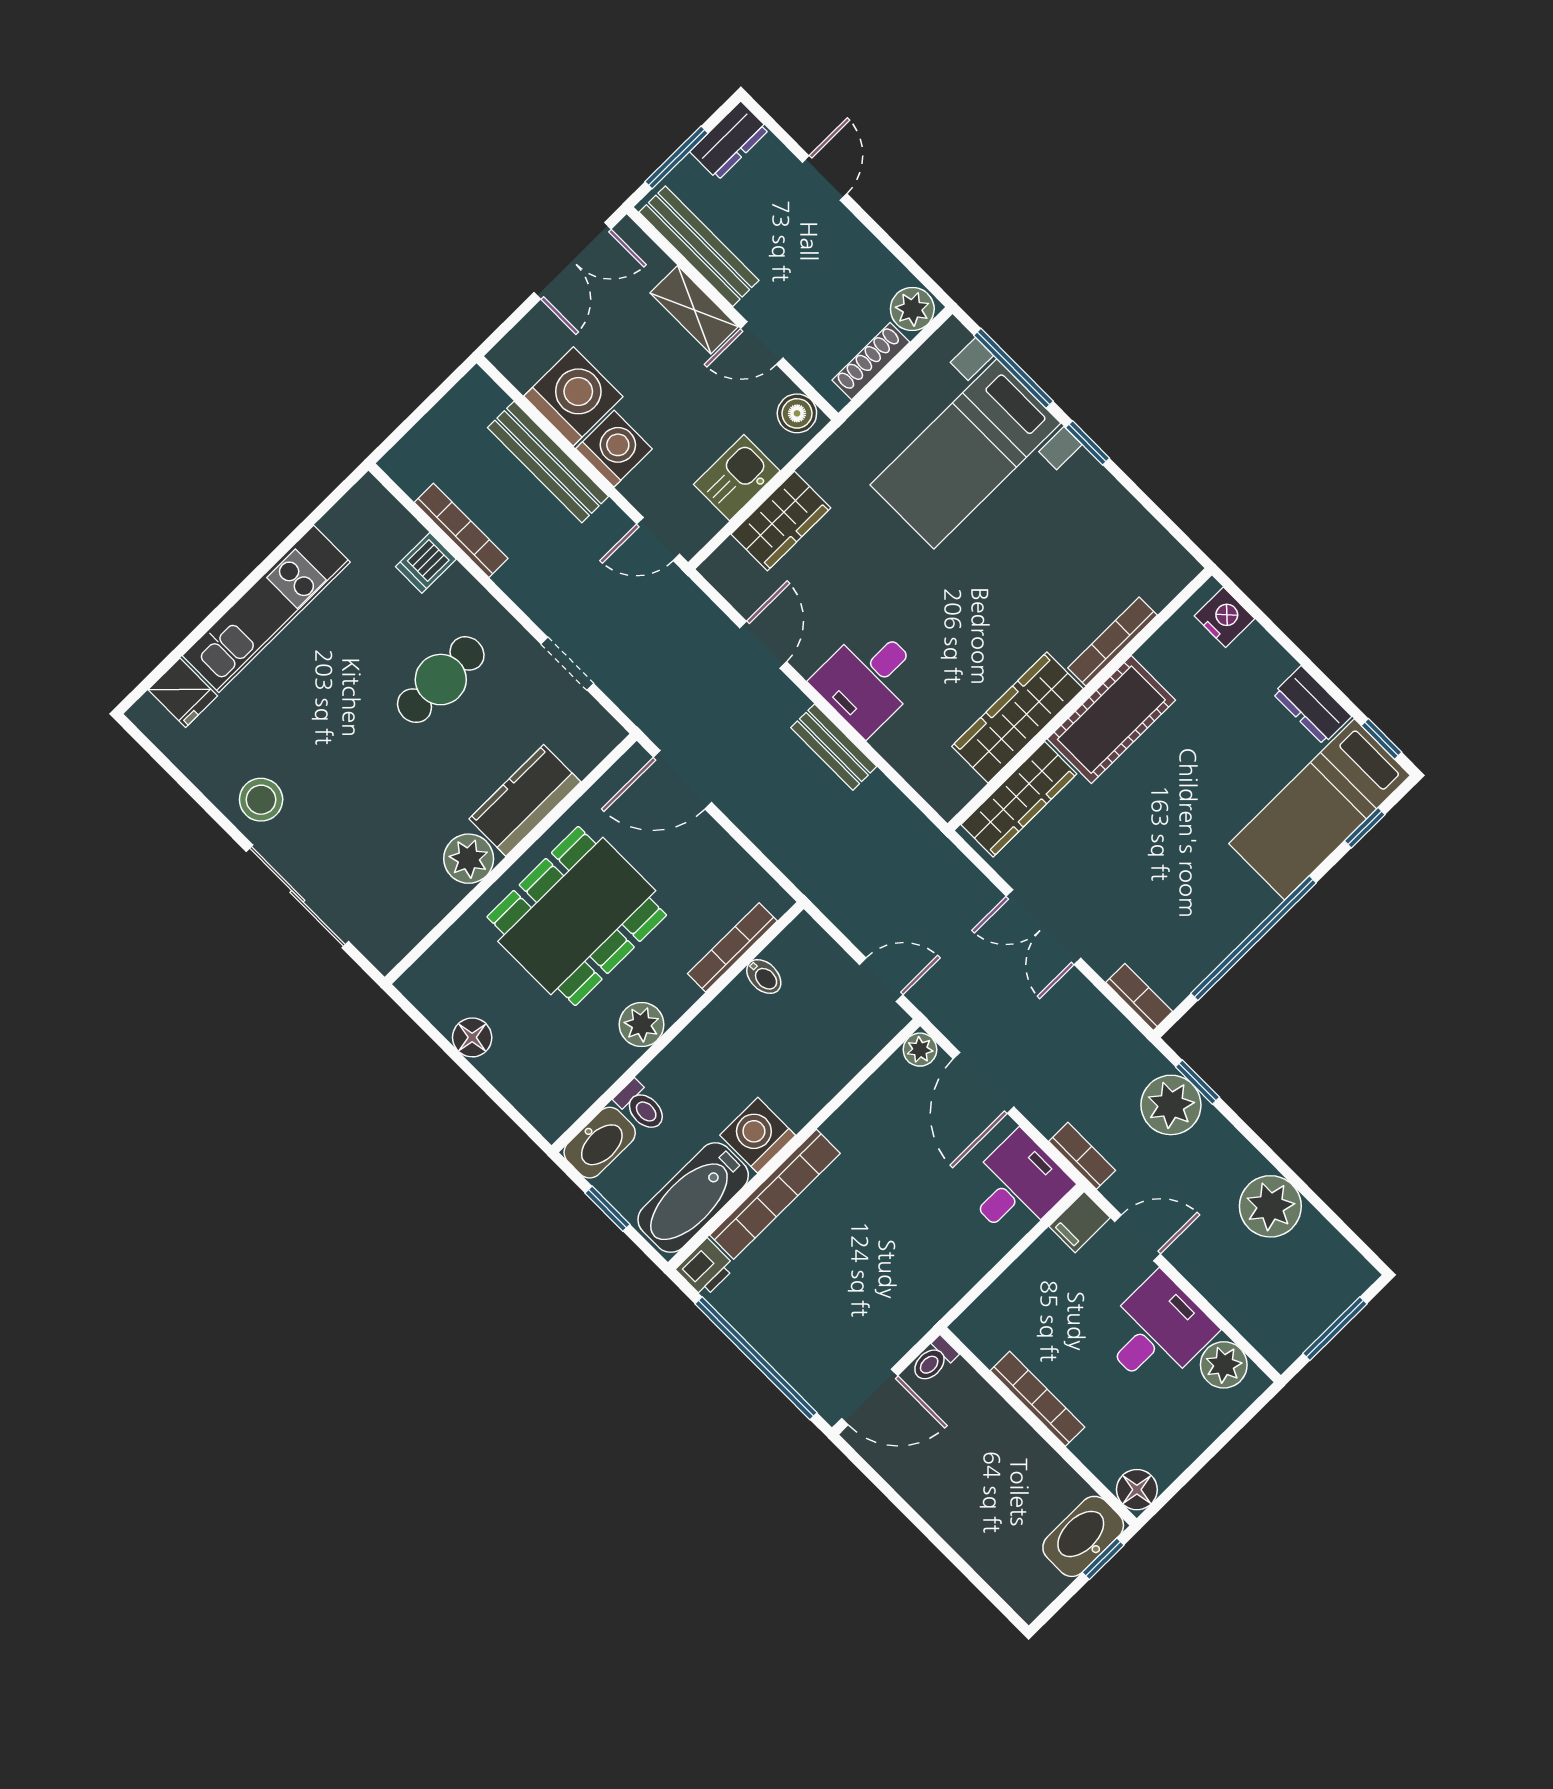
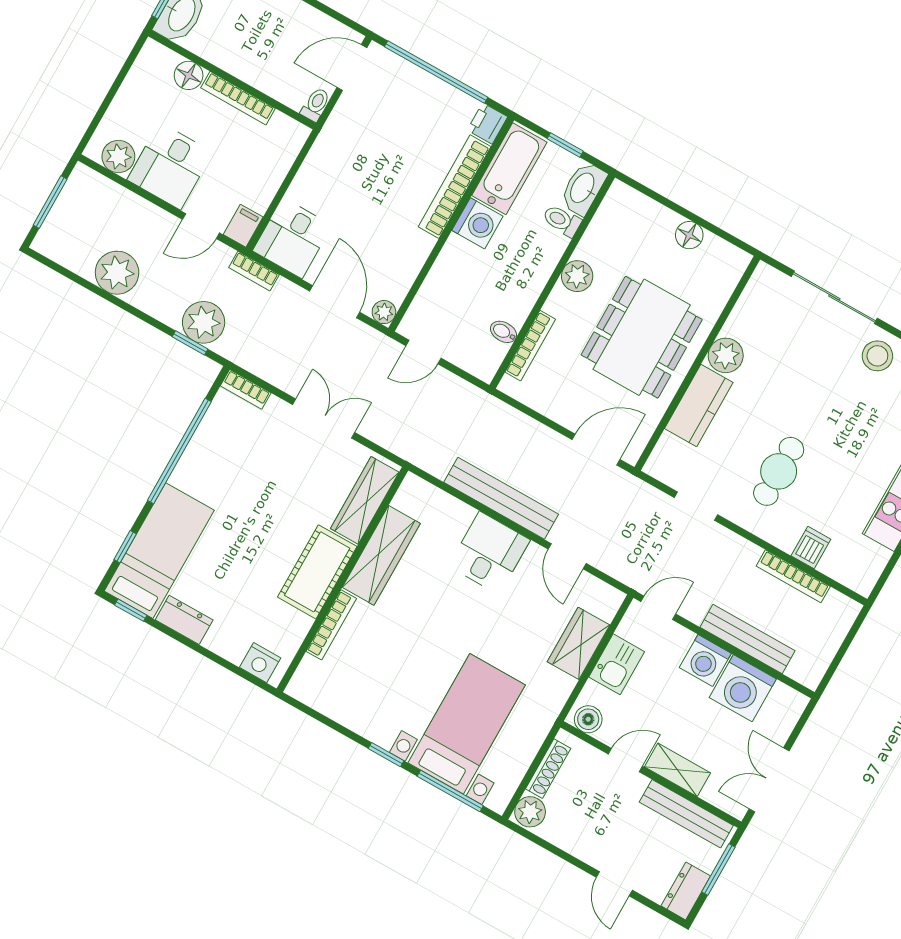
bench: (834, 747) -> (501, 498), width x1.86, depth x1.21
floor lamp: (1137, 1490) -> (189, 75), moved

